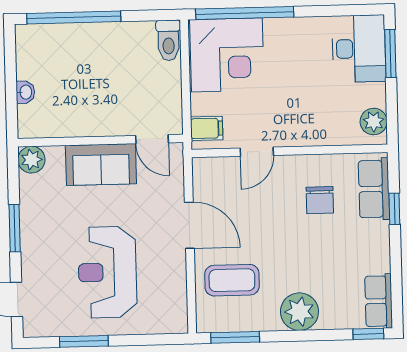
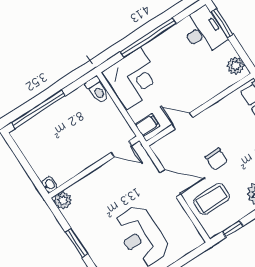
window: (245, 13) -> (148, 38), moved
washbasin: (25, 92) -> (49, 185), moved
door: (257, 152) -> (182, 121), swing flipped
sofa: (101, 165) -> (102, 180), removed
chair: (320, 200) -> (216, 159), moved
window: (235, 337) -> (232, 229), width x0.67

